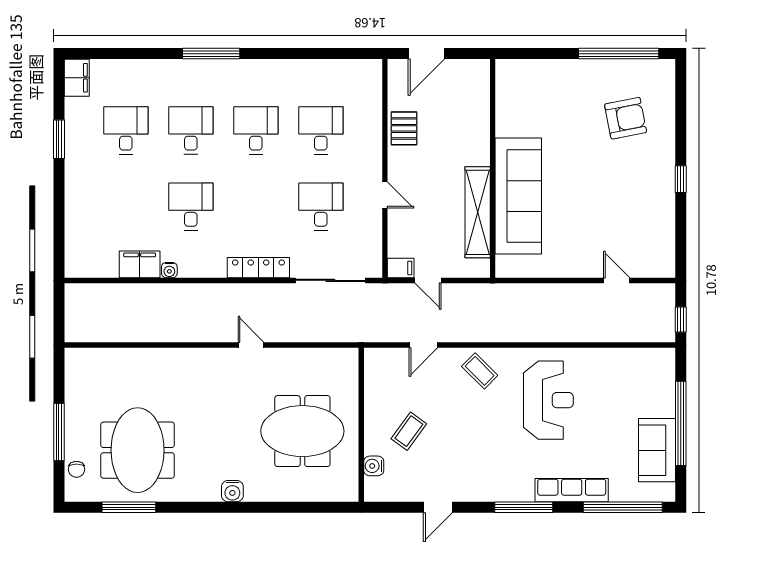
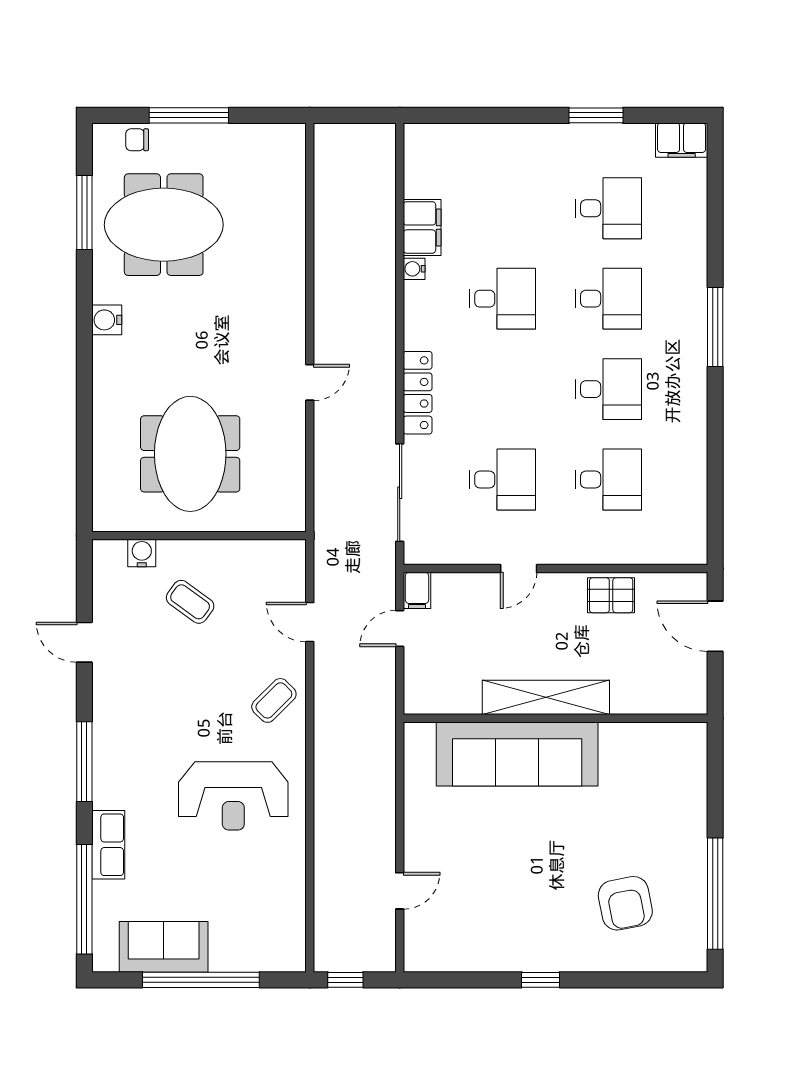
shelving: (478, 212) -> (546, 697), moved
row of seats: (572, 490) -> (108, 845), width x0.68
water cooler: (232, 491) -> (107, 320), moved

